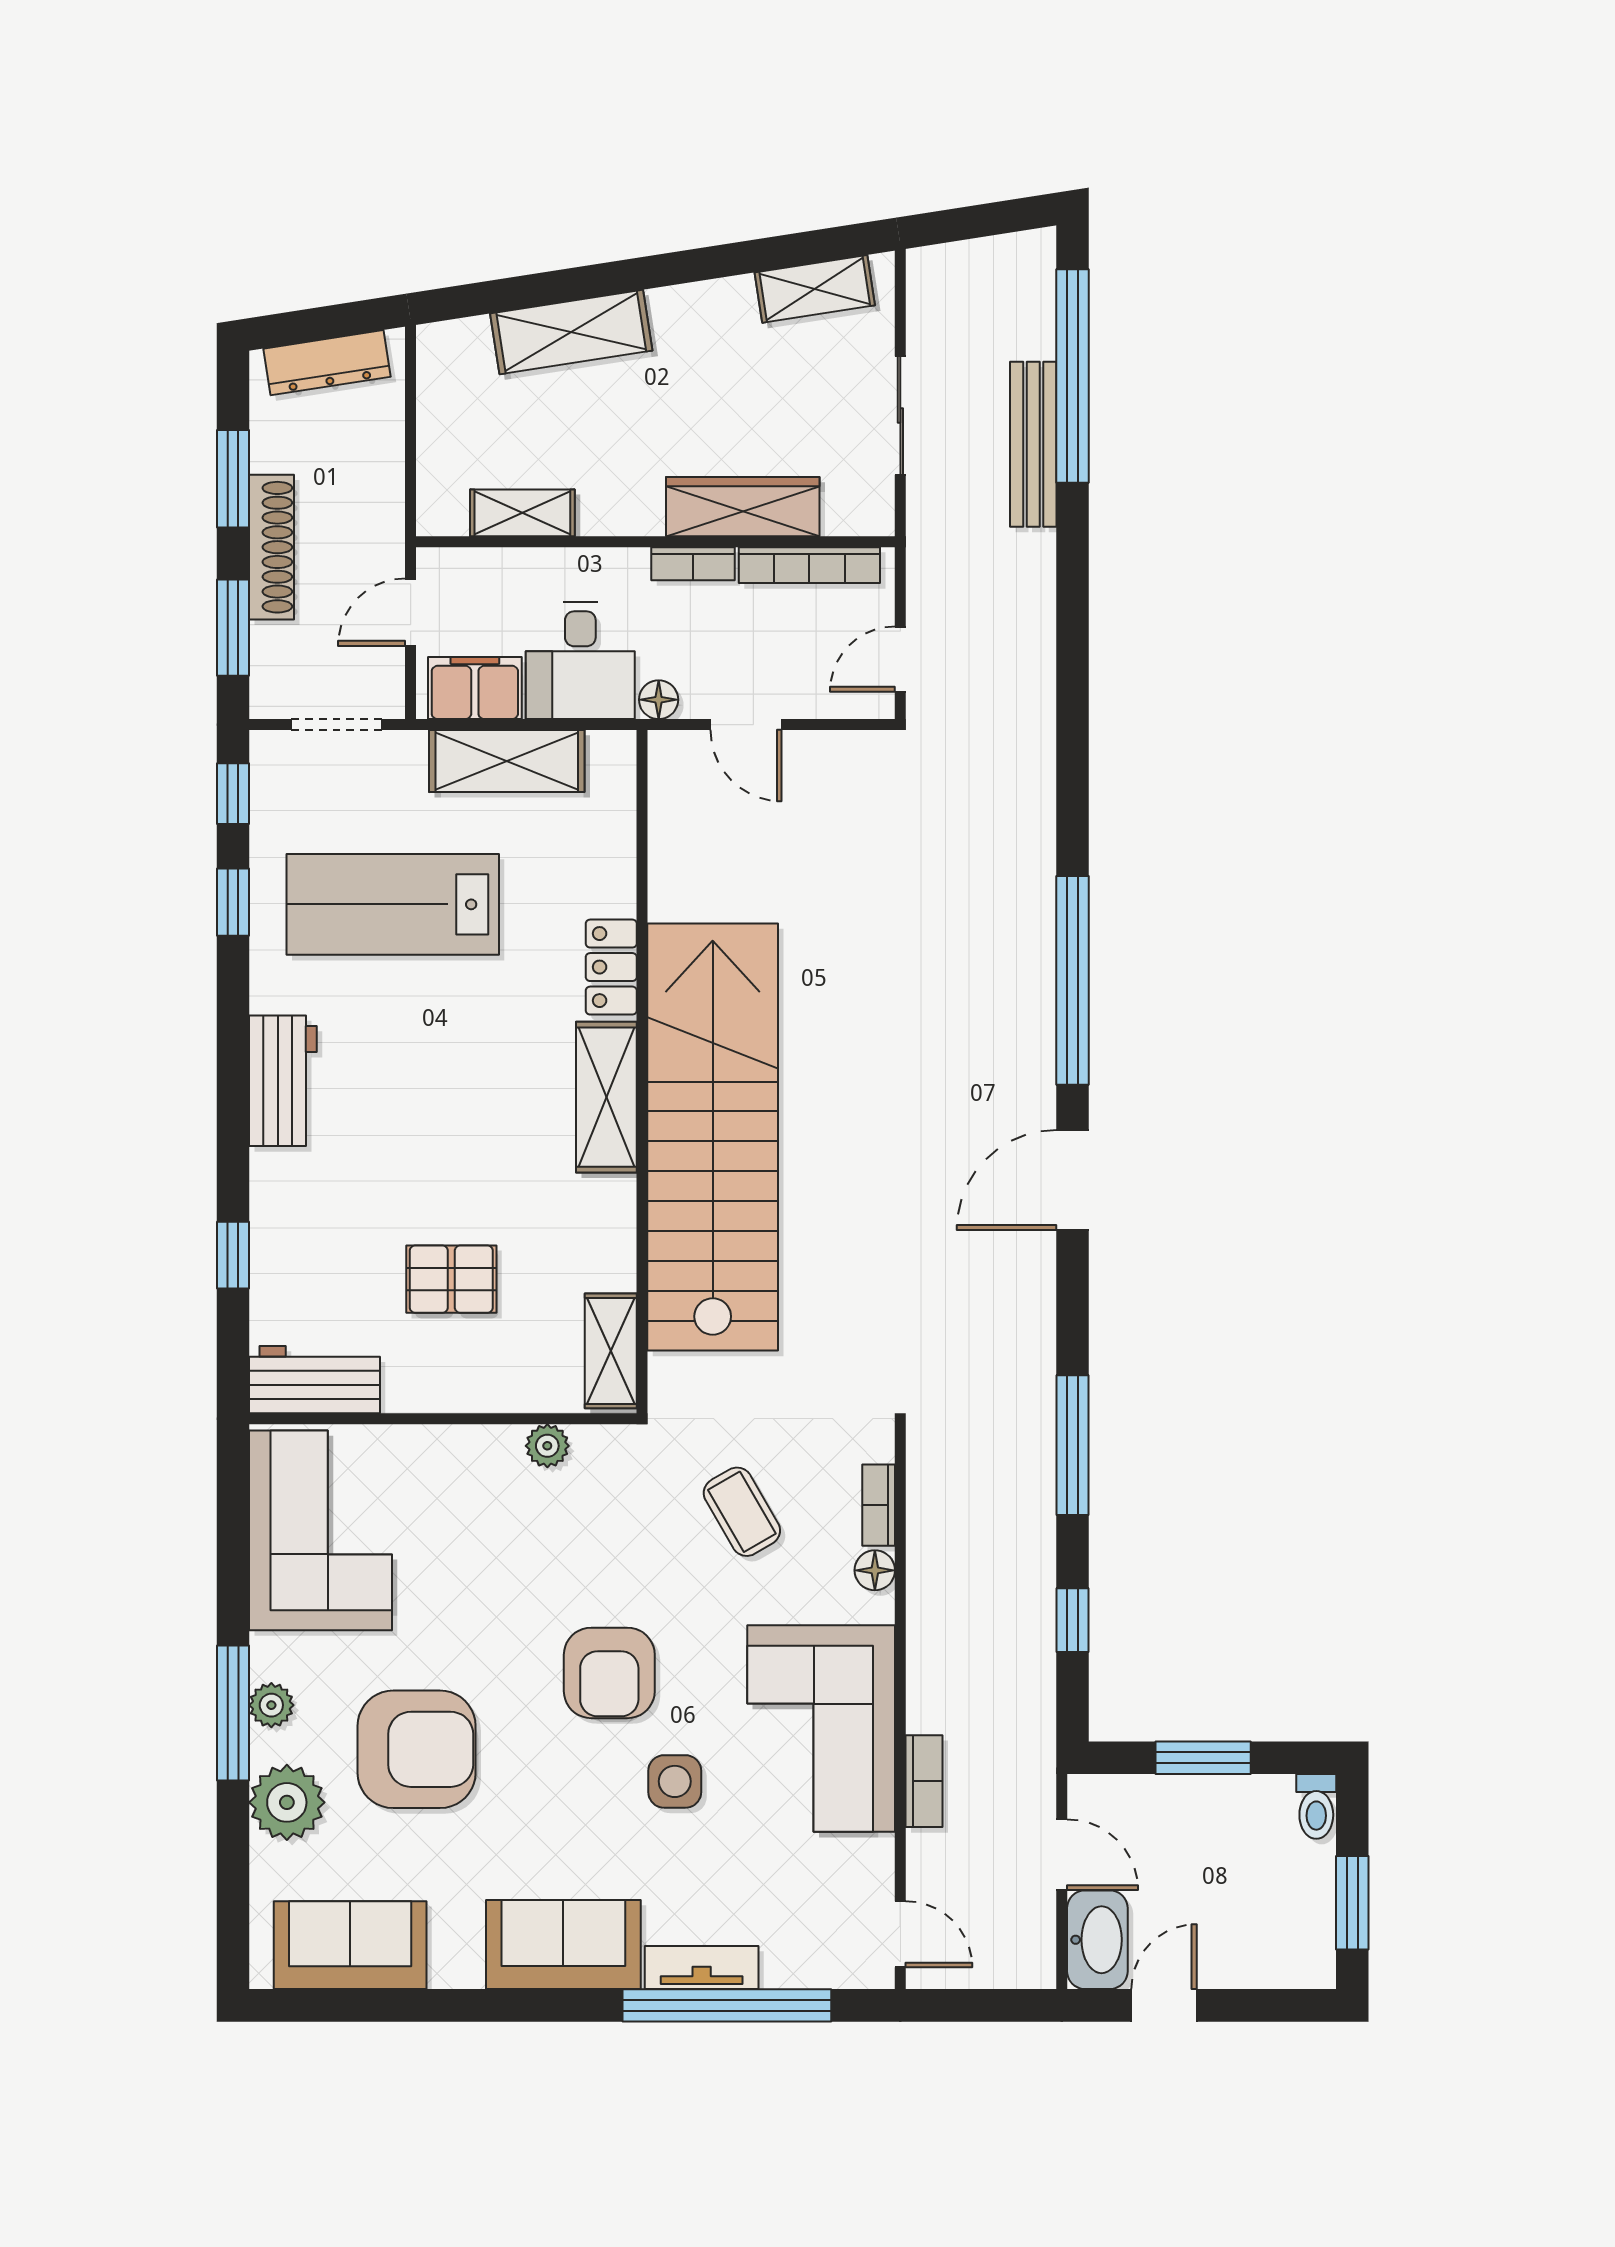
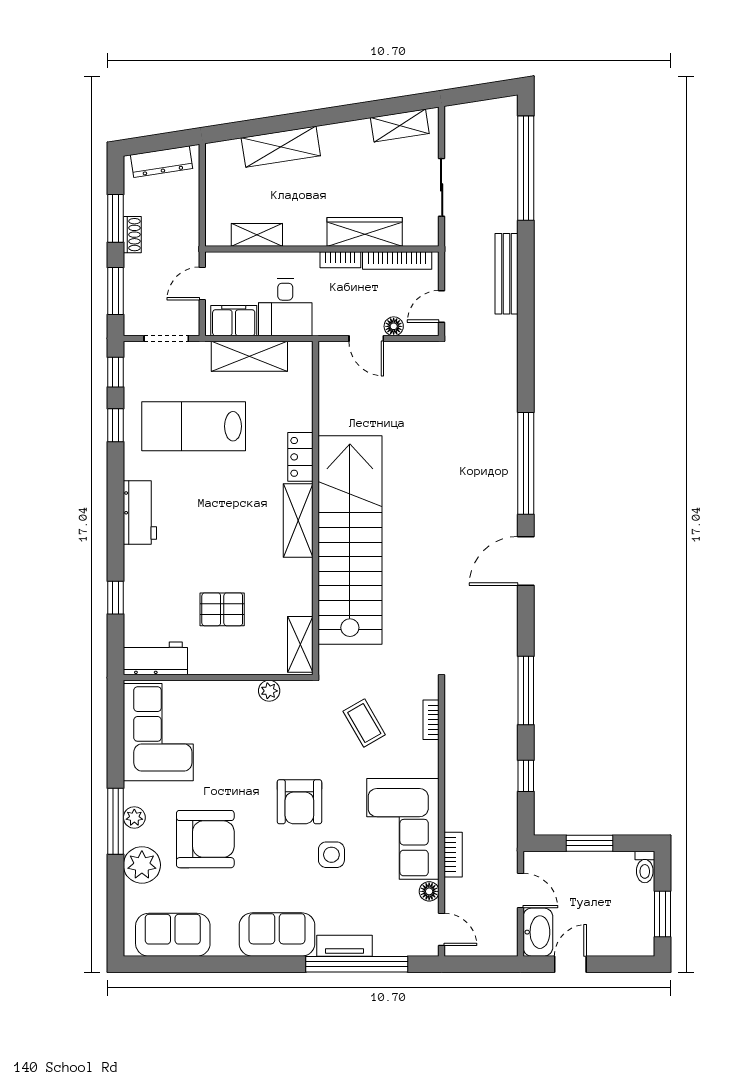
bench: (1033, 444) -> (507, 274), moved
shoe rack: (272, 547) -> (132, 235), width x0.51, depth x0.81
floor lamp: (659, 700) -> (394, 326), moved
floor lamp: (875, 1570) -> (429, 891), moved

